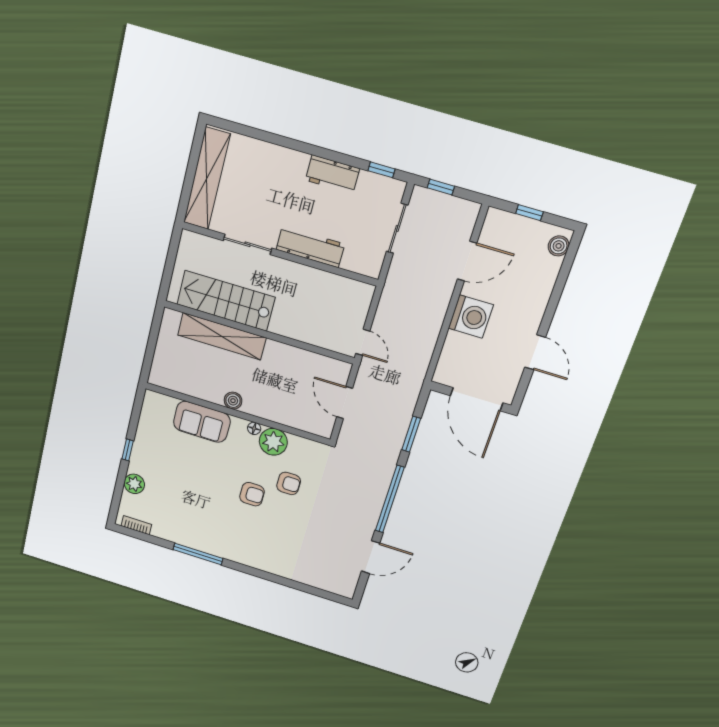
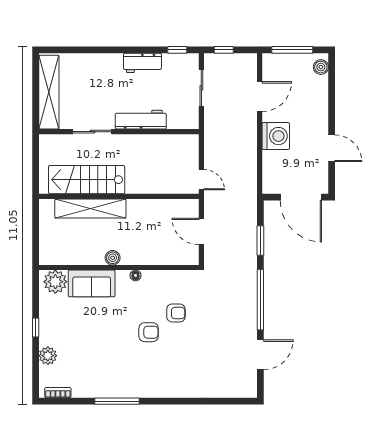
window: (529, 213) -> (292, 50), width x2.17
plant: (273, 442) -> (55, 282), moved

